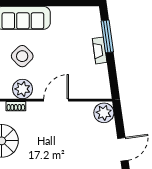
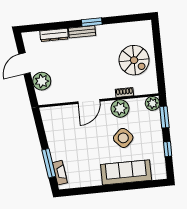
fireplace: (100, 50) -> (60, 173), moved
plant: (104, 113) -> (42, 81), moved

